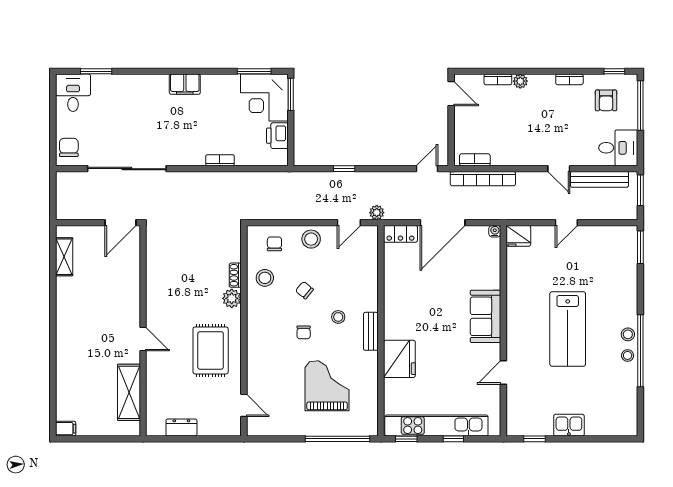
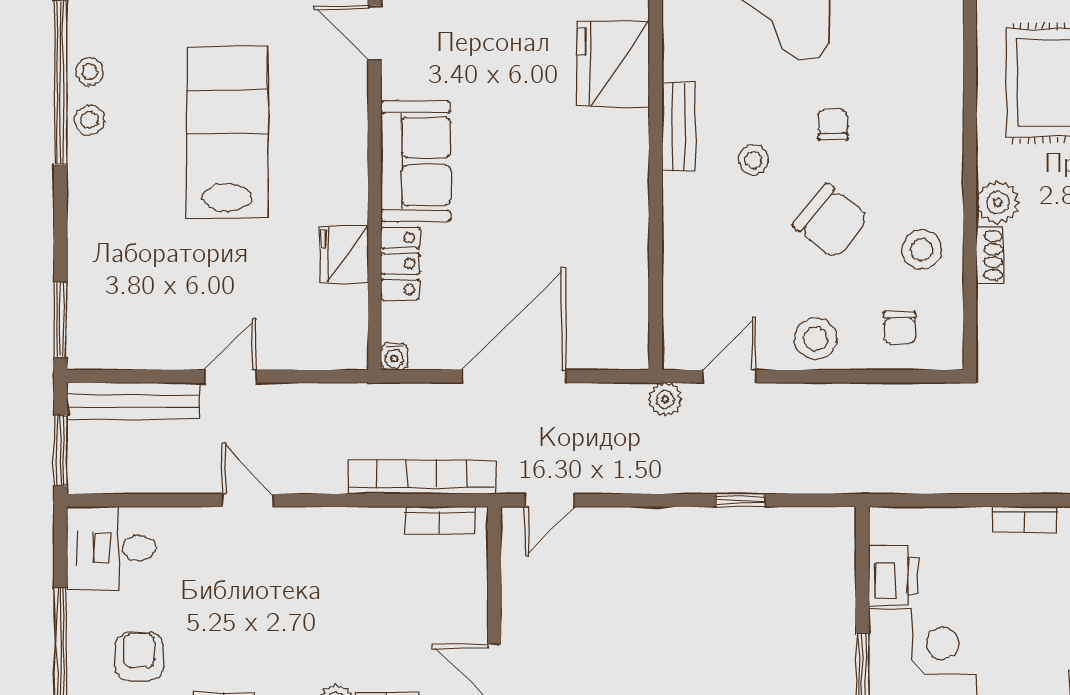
bench: (599, 179) -> (133, 401), moved
locker: (400, 234) -> (400, 264), moved, turned 90
fridge: (518, 236) -> (344, 254), moved, turned -90
chair: (304, 290) -> (831, 221), width x1.87, depth x1.87
door: (503, 372) -> (375, 33), swing flipped

